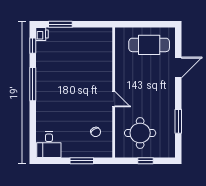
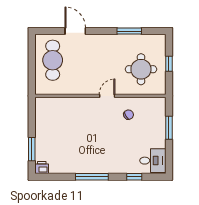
window: (33, 46) -> (134, 177), moved
chair: (96, 132) -> (129, 115), moved

